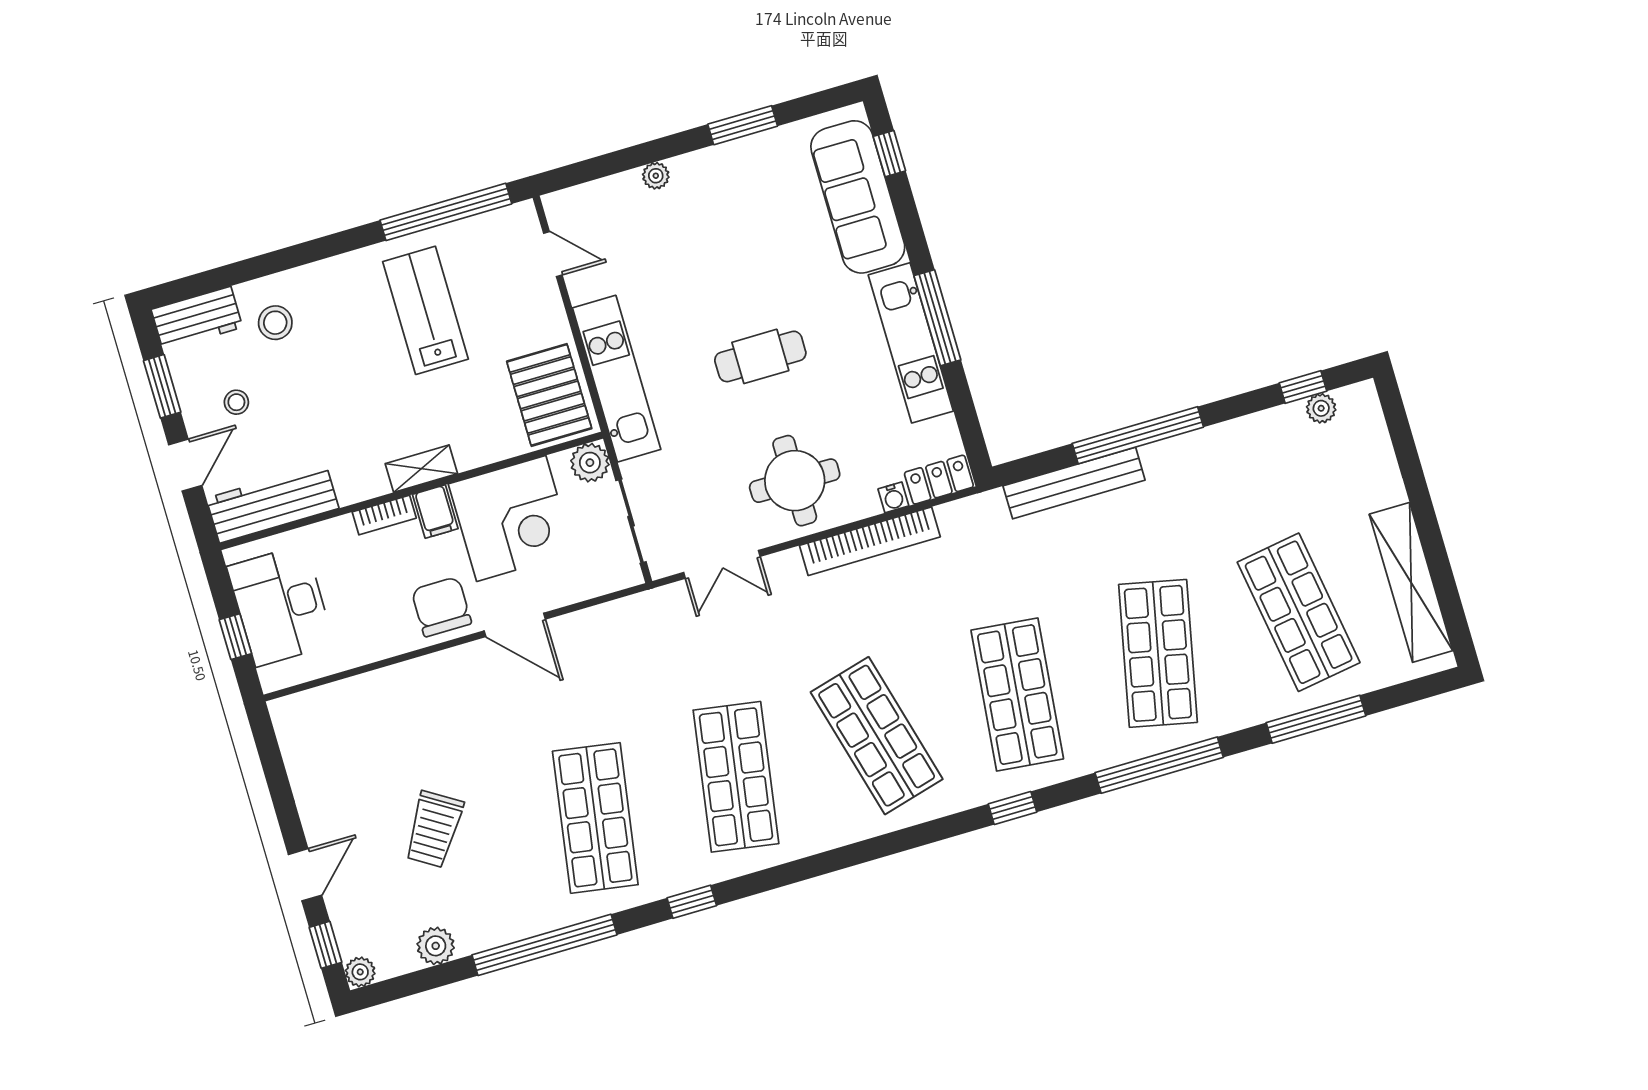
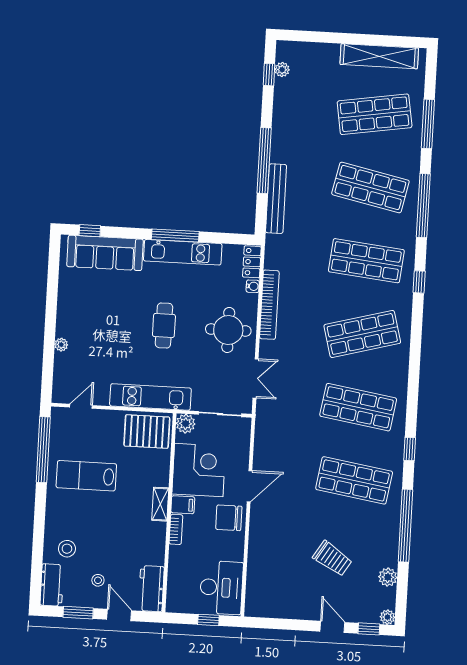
window: (743, 125) -> (52, 295), removed
workbench: (273, 503) -> (151, 589), width x0.73
desk: (281, 605) -> (221, 588), moved, turned -90

